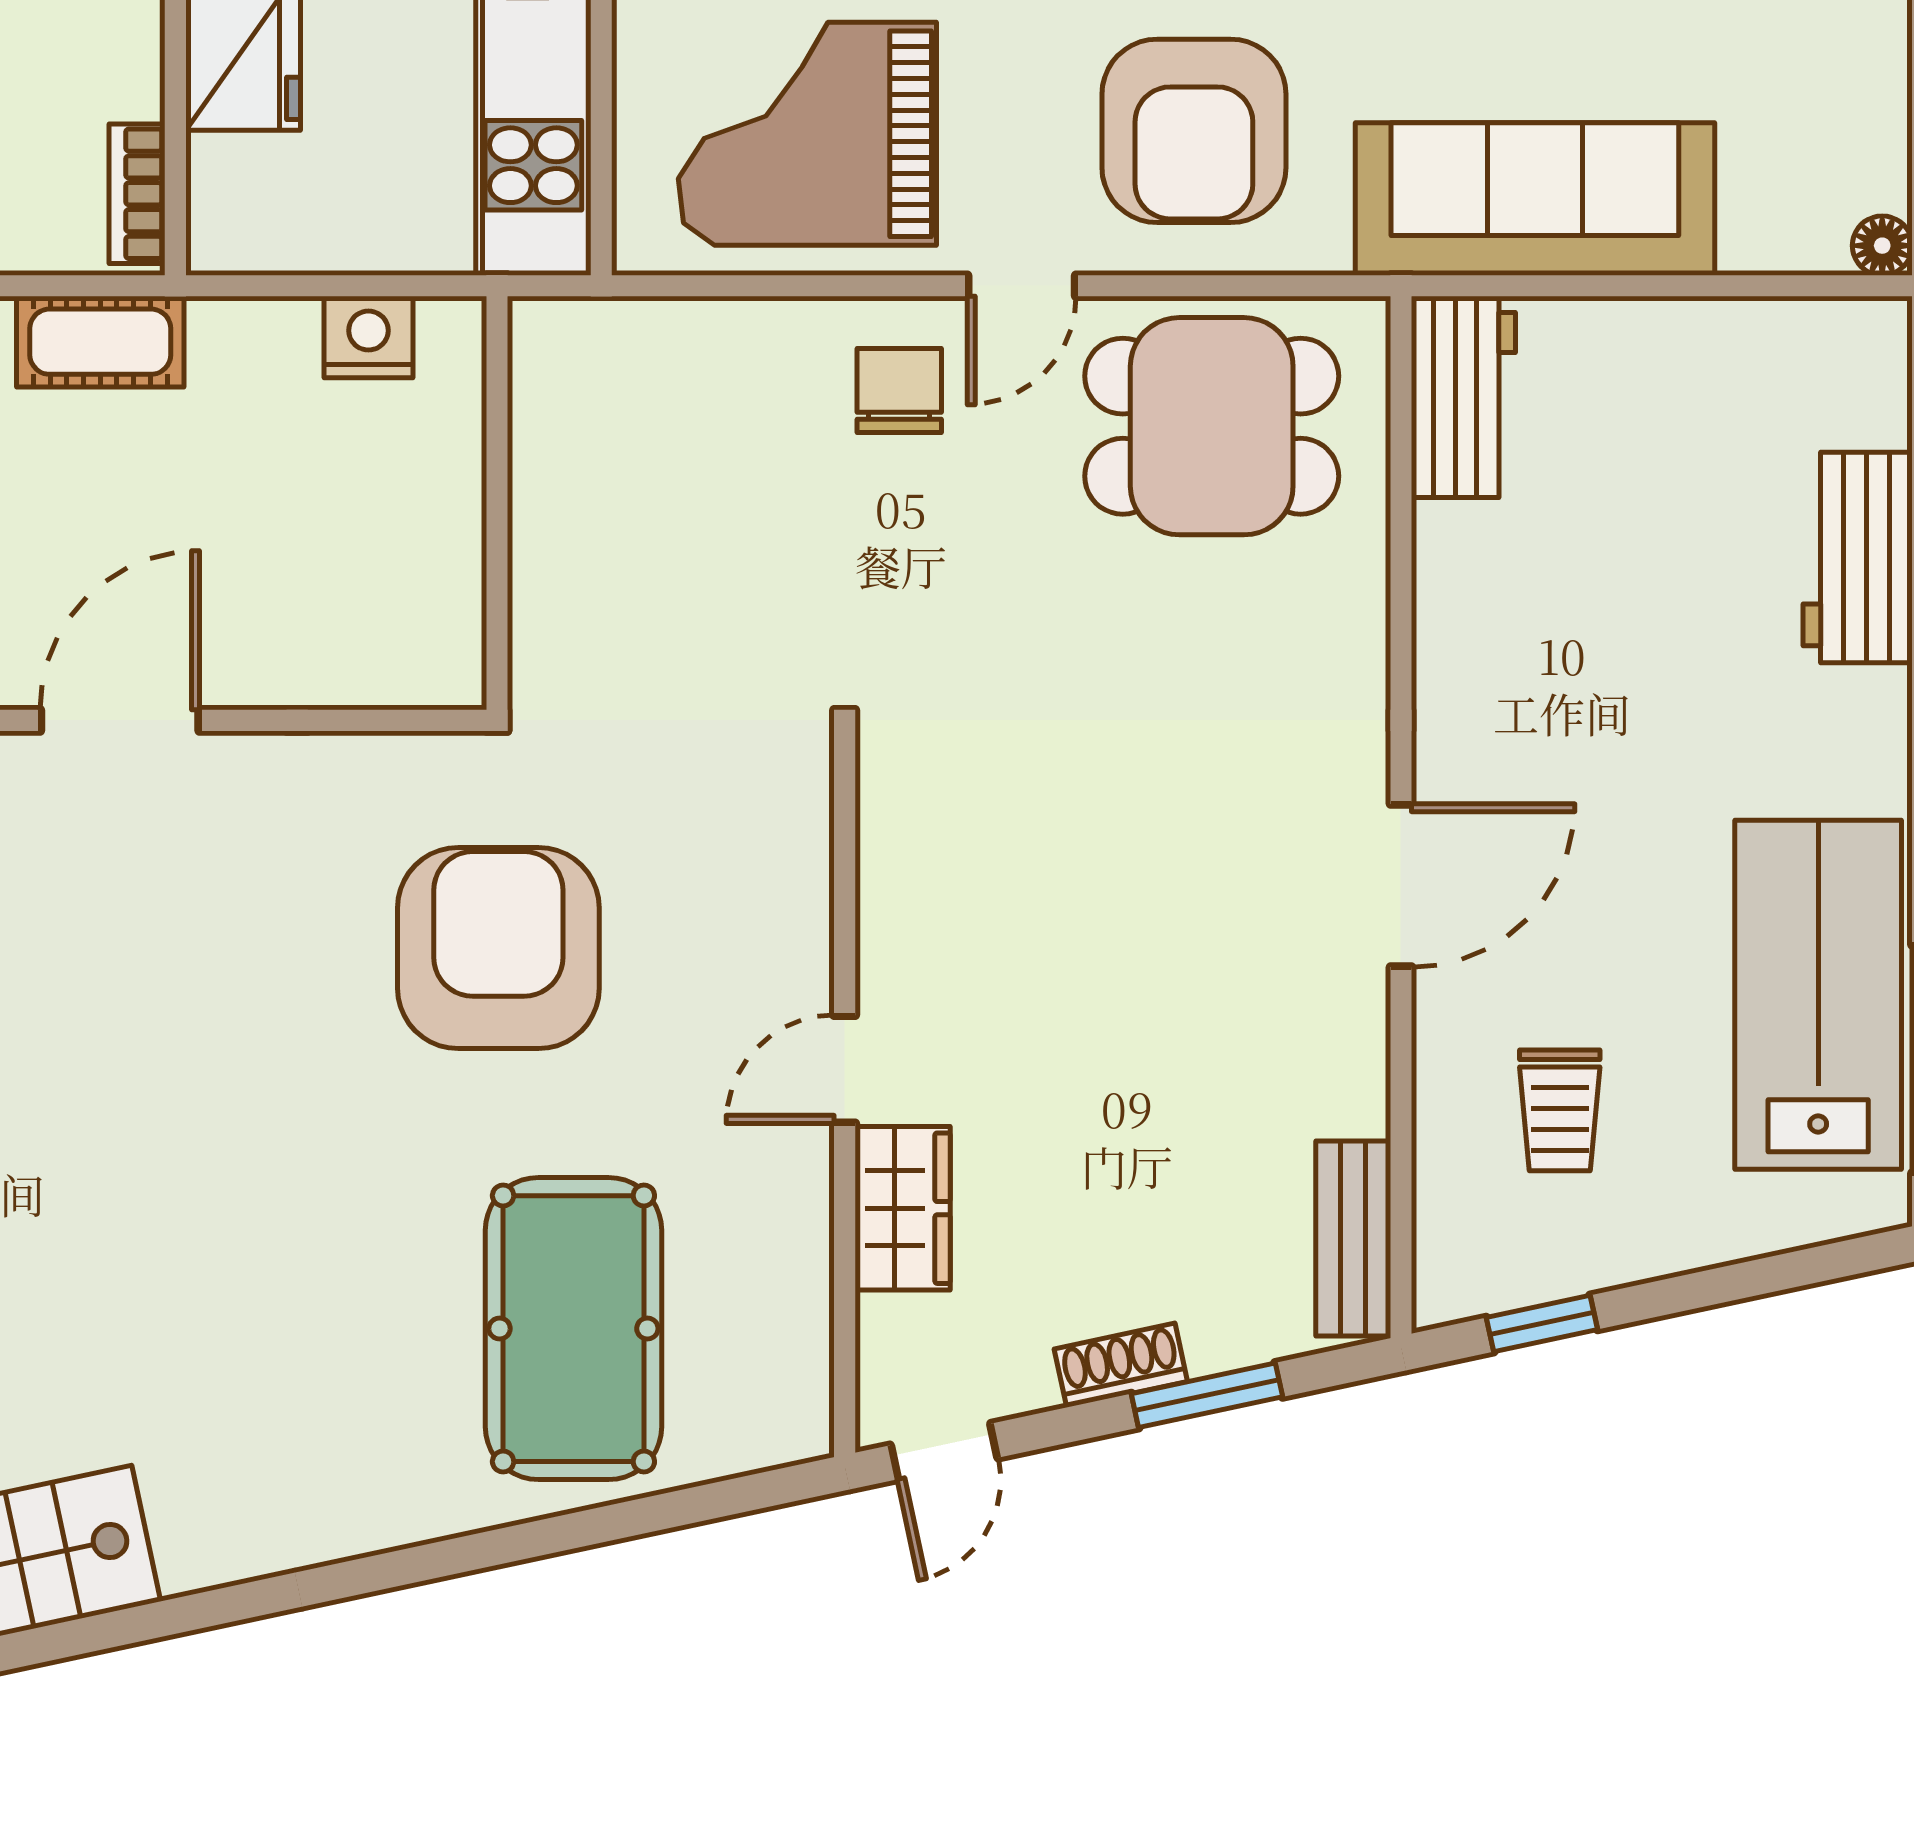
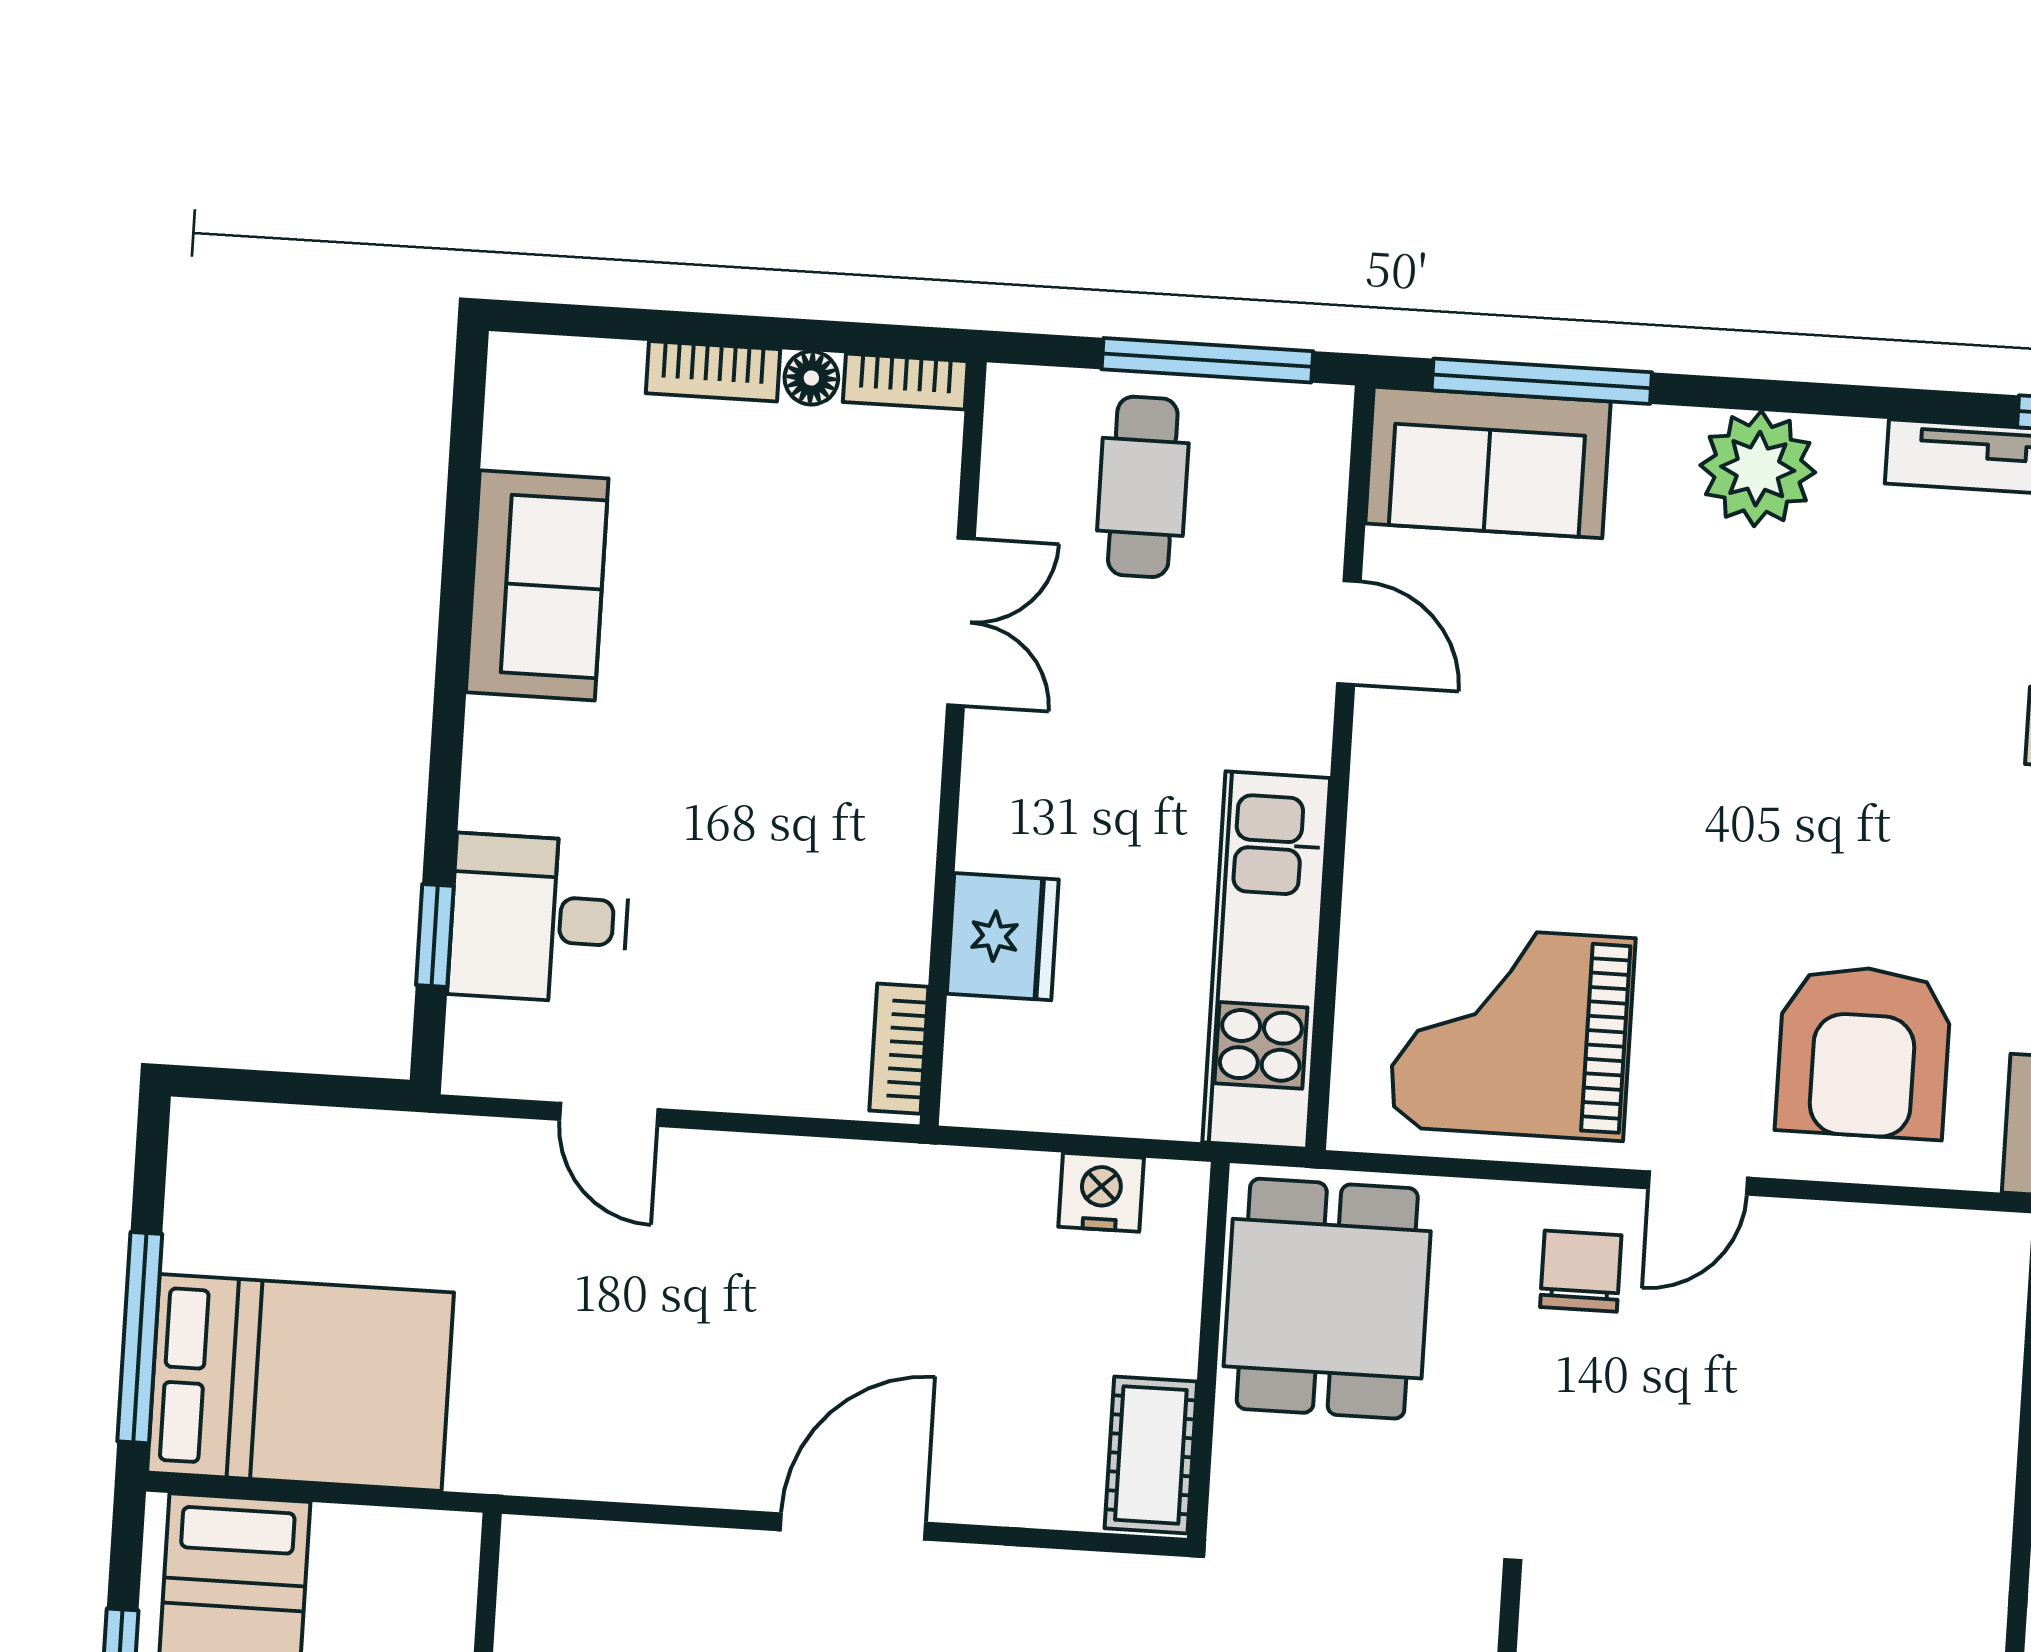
cot: (100, 342) -> (1151, 1455), moved, turned 90
dining table: (1212, 426) -> (1327, 1299), moved, turned 90

